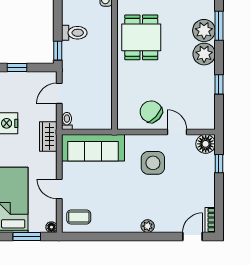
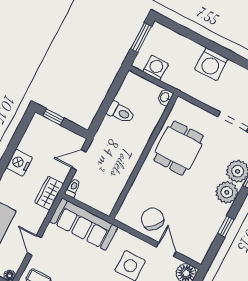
window: (58, 51) -> (98, 121), removed

